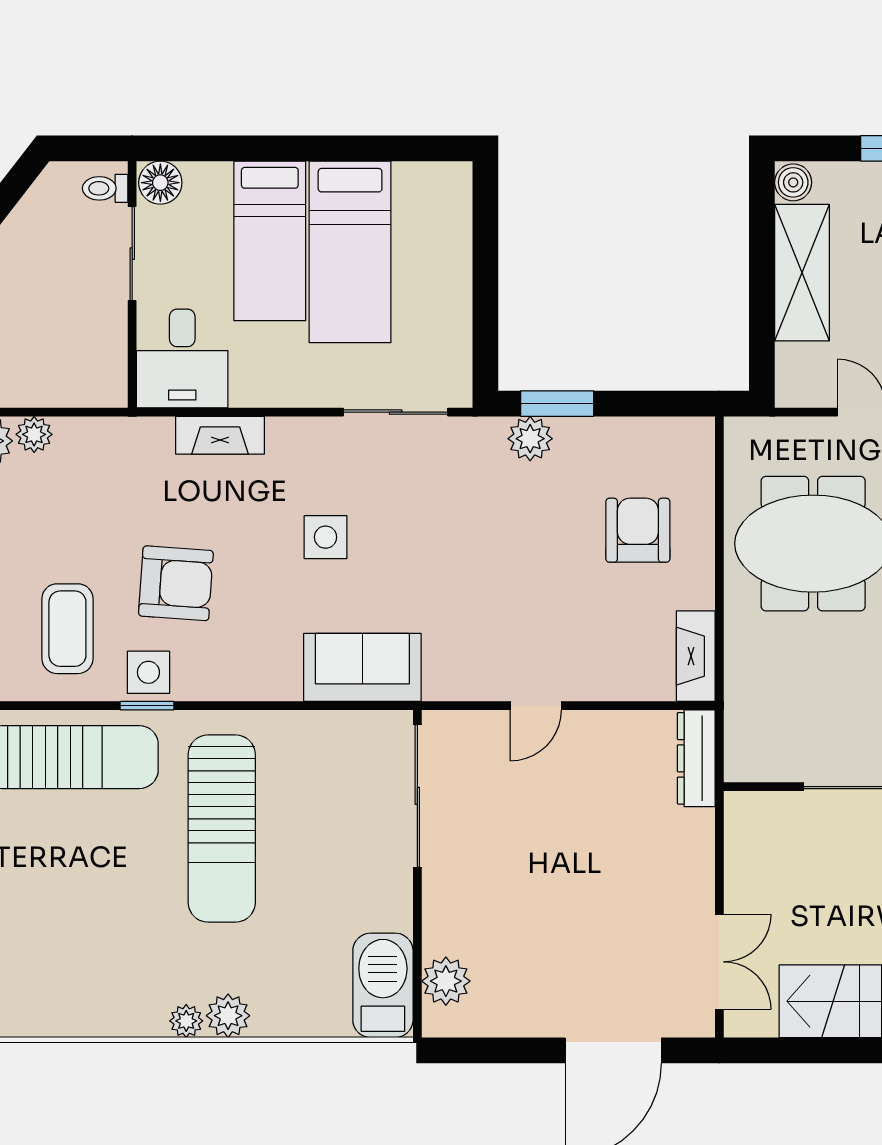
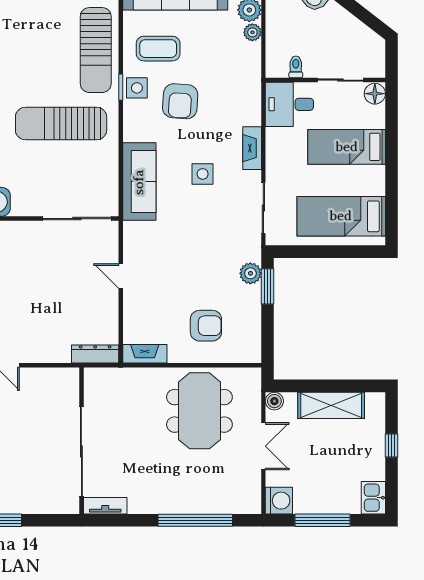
boiler: (793, 182) -> (274, 401), moved
toilet: (105, 188) -> (296, 67), moved
bed: (350, 252) -> (341, 216), moved
fireplace: (220, 435) -> (252, 148), moved
sofa: (362, 667) -> (139, 182), width x1.36

